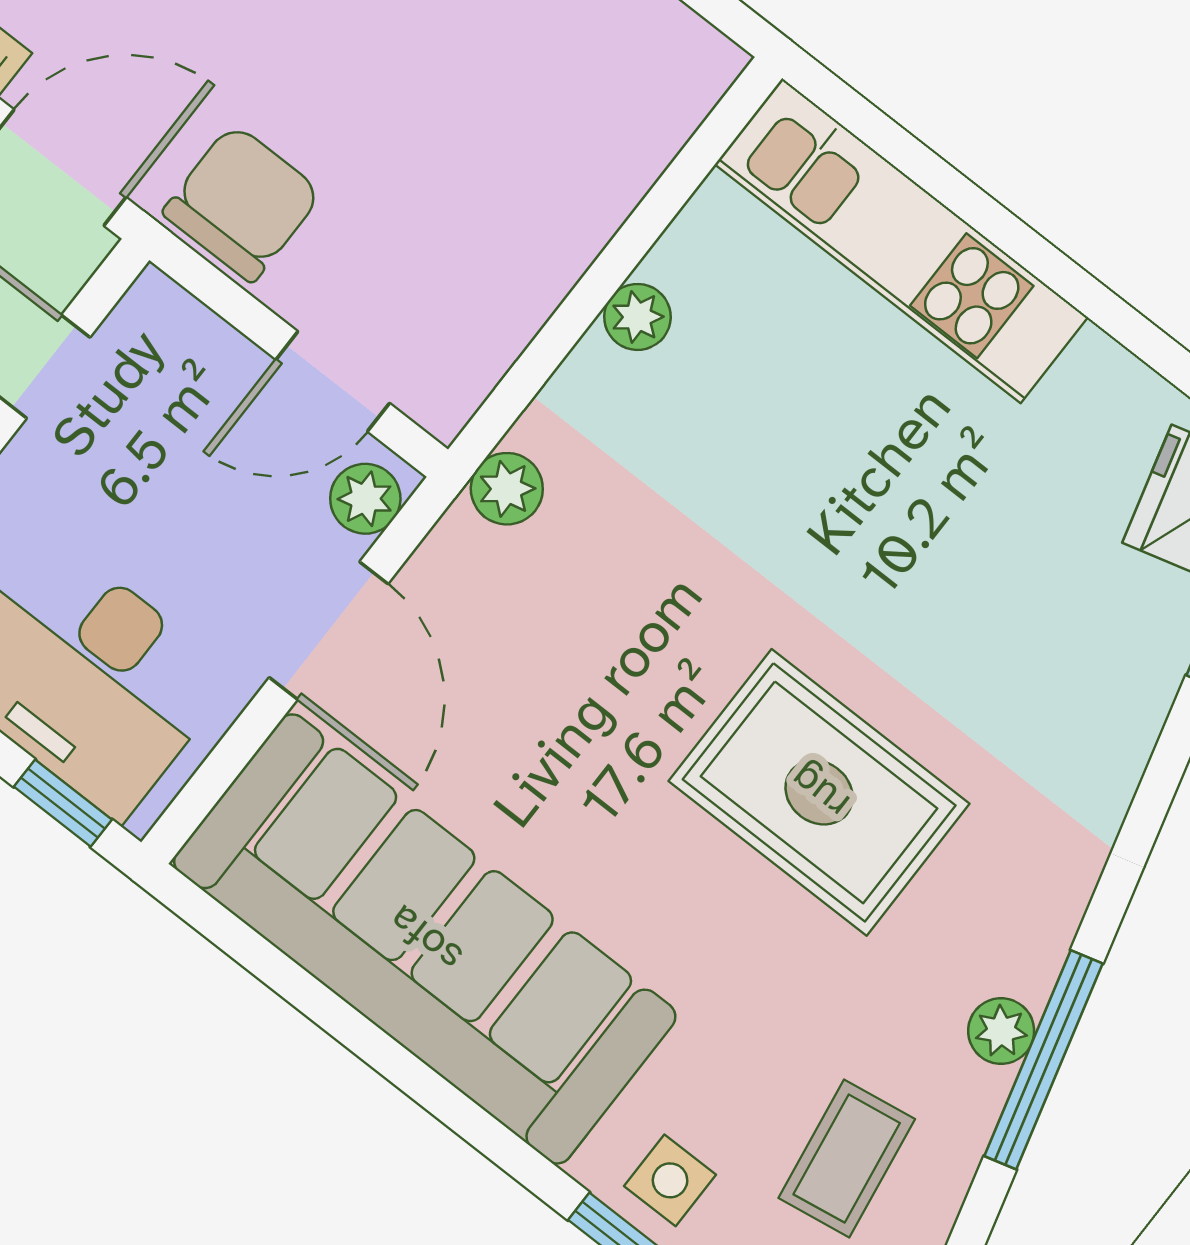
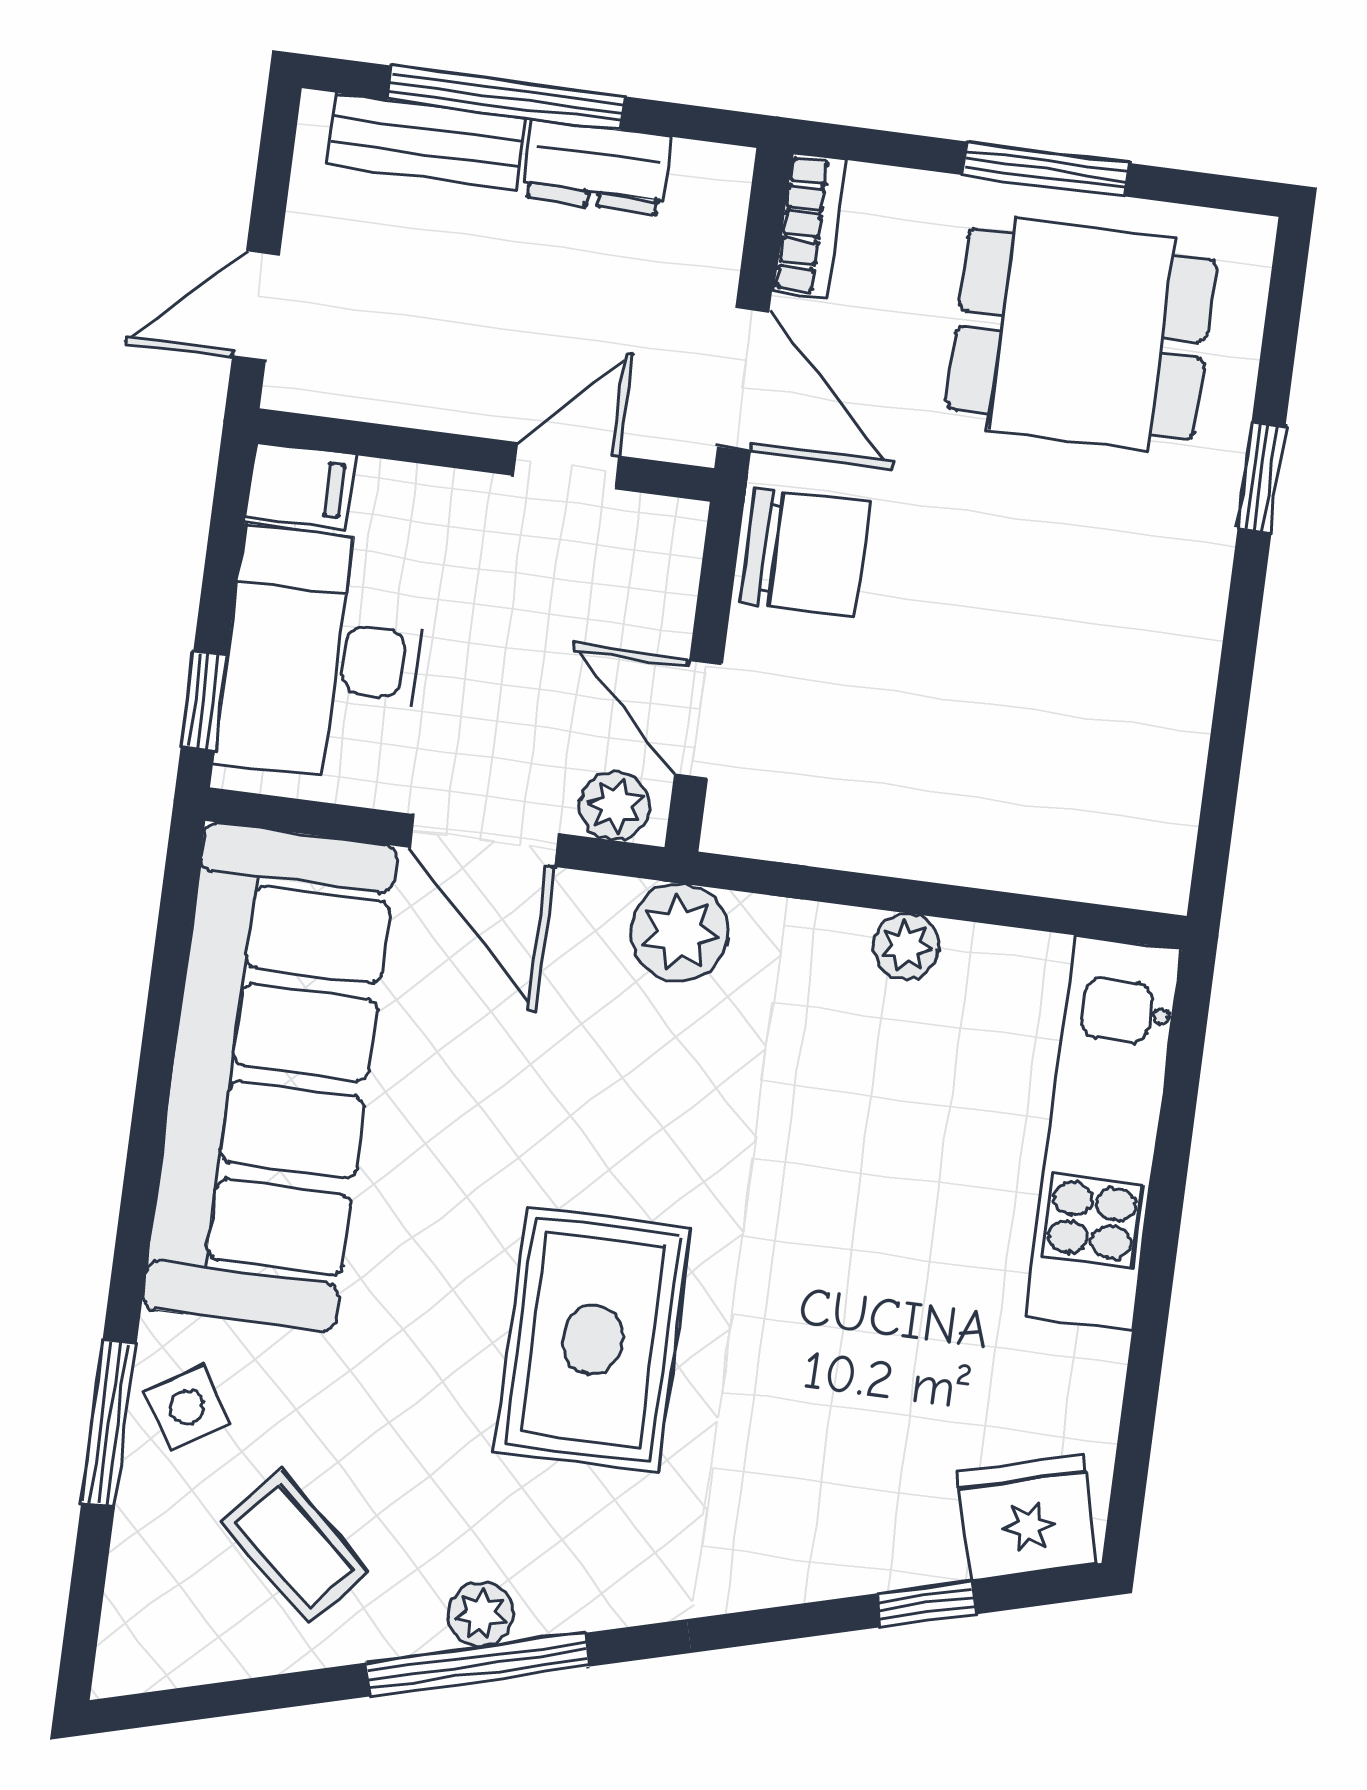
plant: (507, 489) -> (680, 933), width x1.38, depth x1.38
door: (329, 631) -> (484, 840), hinge flipped
coffee table: (847, 1159) -> (295, 1547), turned 51
side table: (670, 1180) -> (187, 1407), turned -32

